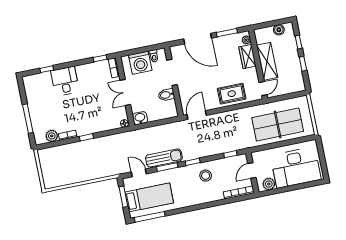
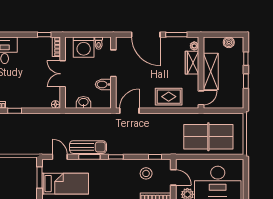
washbasin: (140, 118) -> (83, 102), moved
door: (252, 170) -> (173, 177), swing flipped
stool: (206, 176) -> (146, 173), moved

